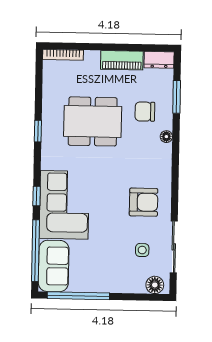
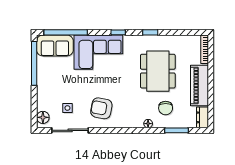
piano: (122, 60) -> (199, 86), width x1.37, depth x1.33
chair: (145, 112) -> (166, 108), turned 180
window: (37, 196) -> (118, 32), moved
armchair: (144, 202) -> (101, 108), turned 101

